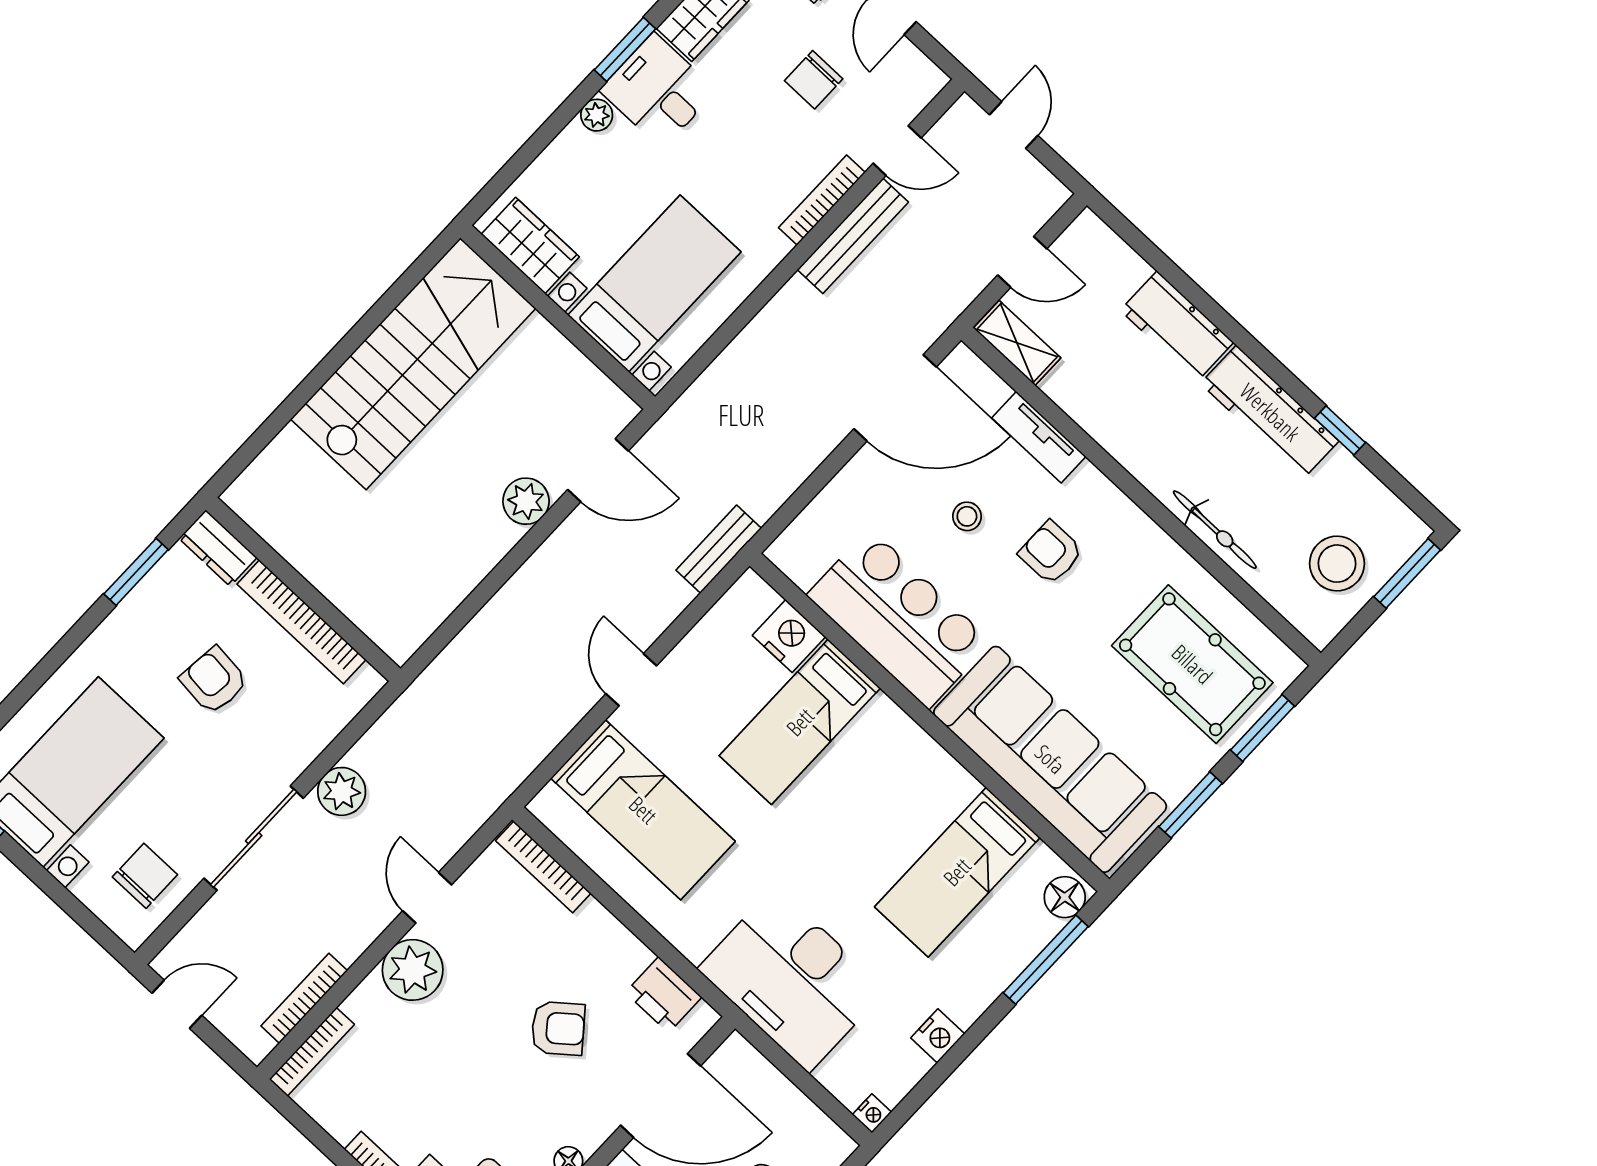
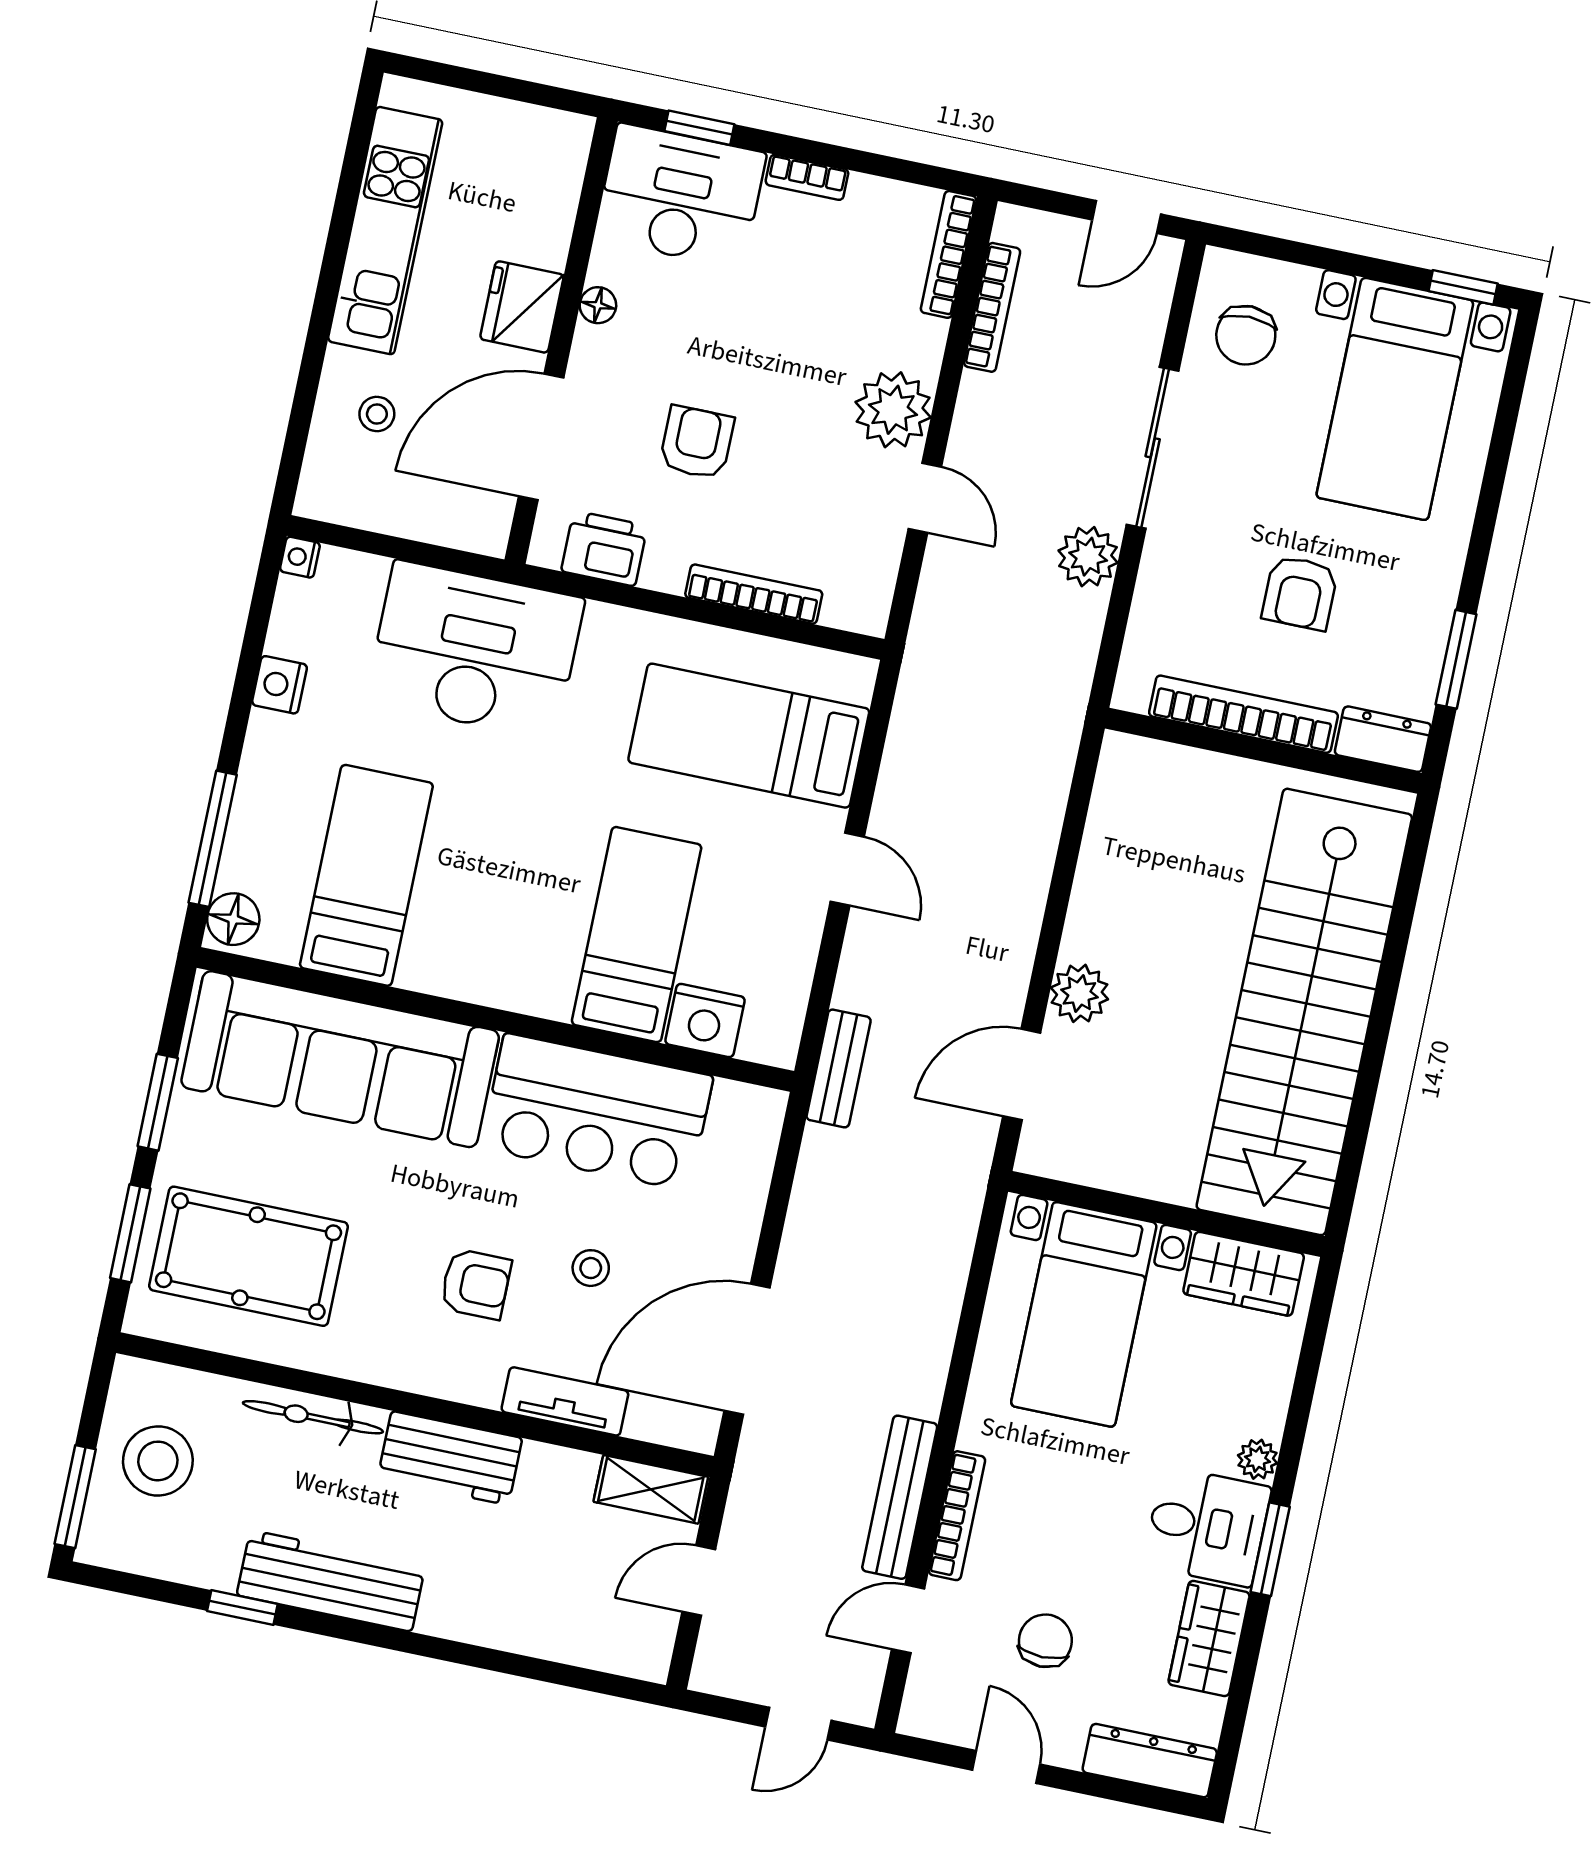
door: (1014, 125) -> (798, 1724), hinge flipped
workbench: (1177, 326) -> (450, 1458), moved, turned 180
stairs: (413, 364) -> (1304, 1012), width x1.36
armchair: (214, 680) -> (1300, 593), turned 84
bookcase: (543, 867) -> (754, 594), moved
armchair: (558, 1028) -> (697, 442), turned 129

